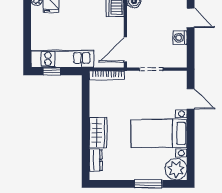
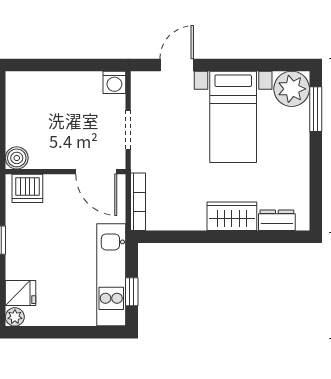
door: (191, 18) -> (44, 65), removed
washing machine: (180, 38) -> (114, 82), moved
window: (148, 184) -> (316, 109), moved

